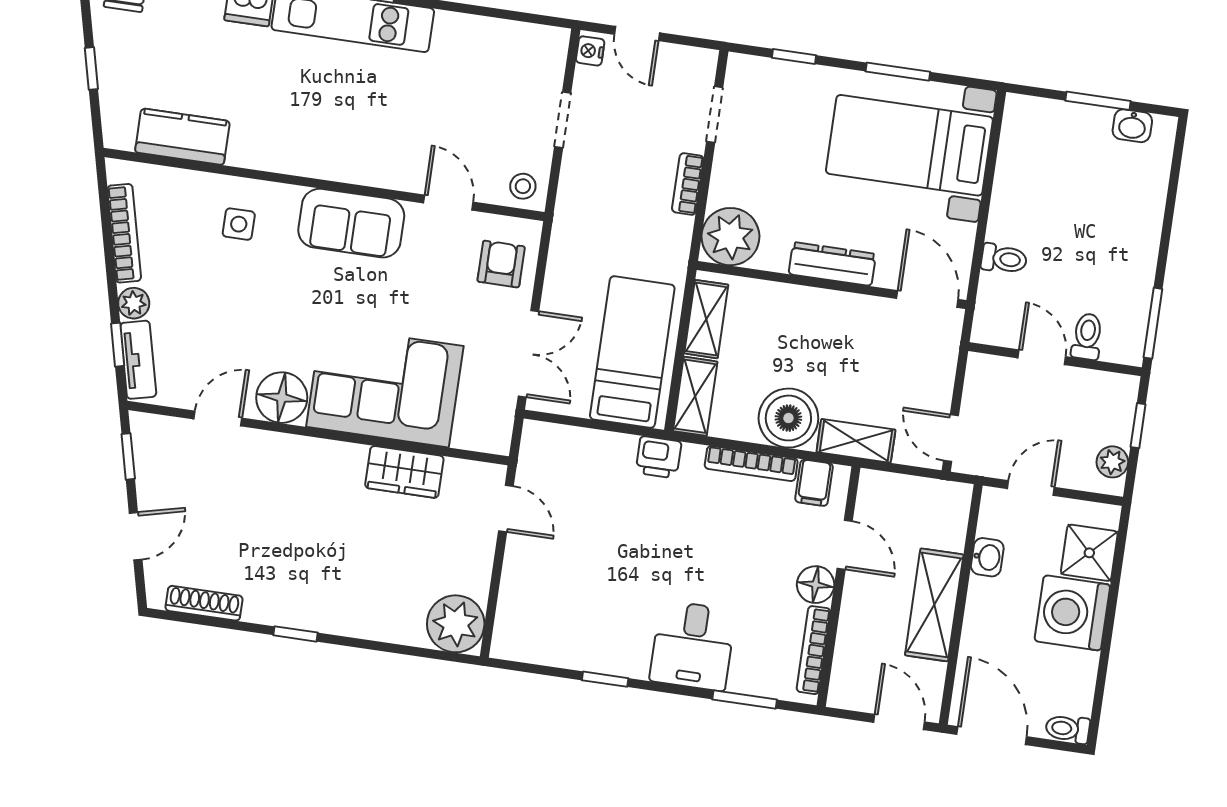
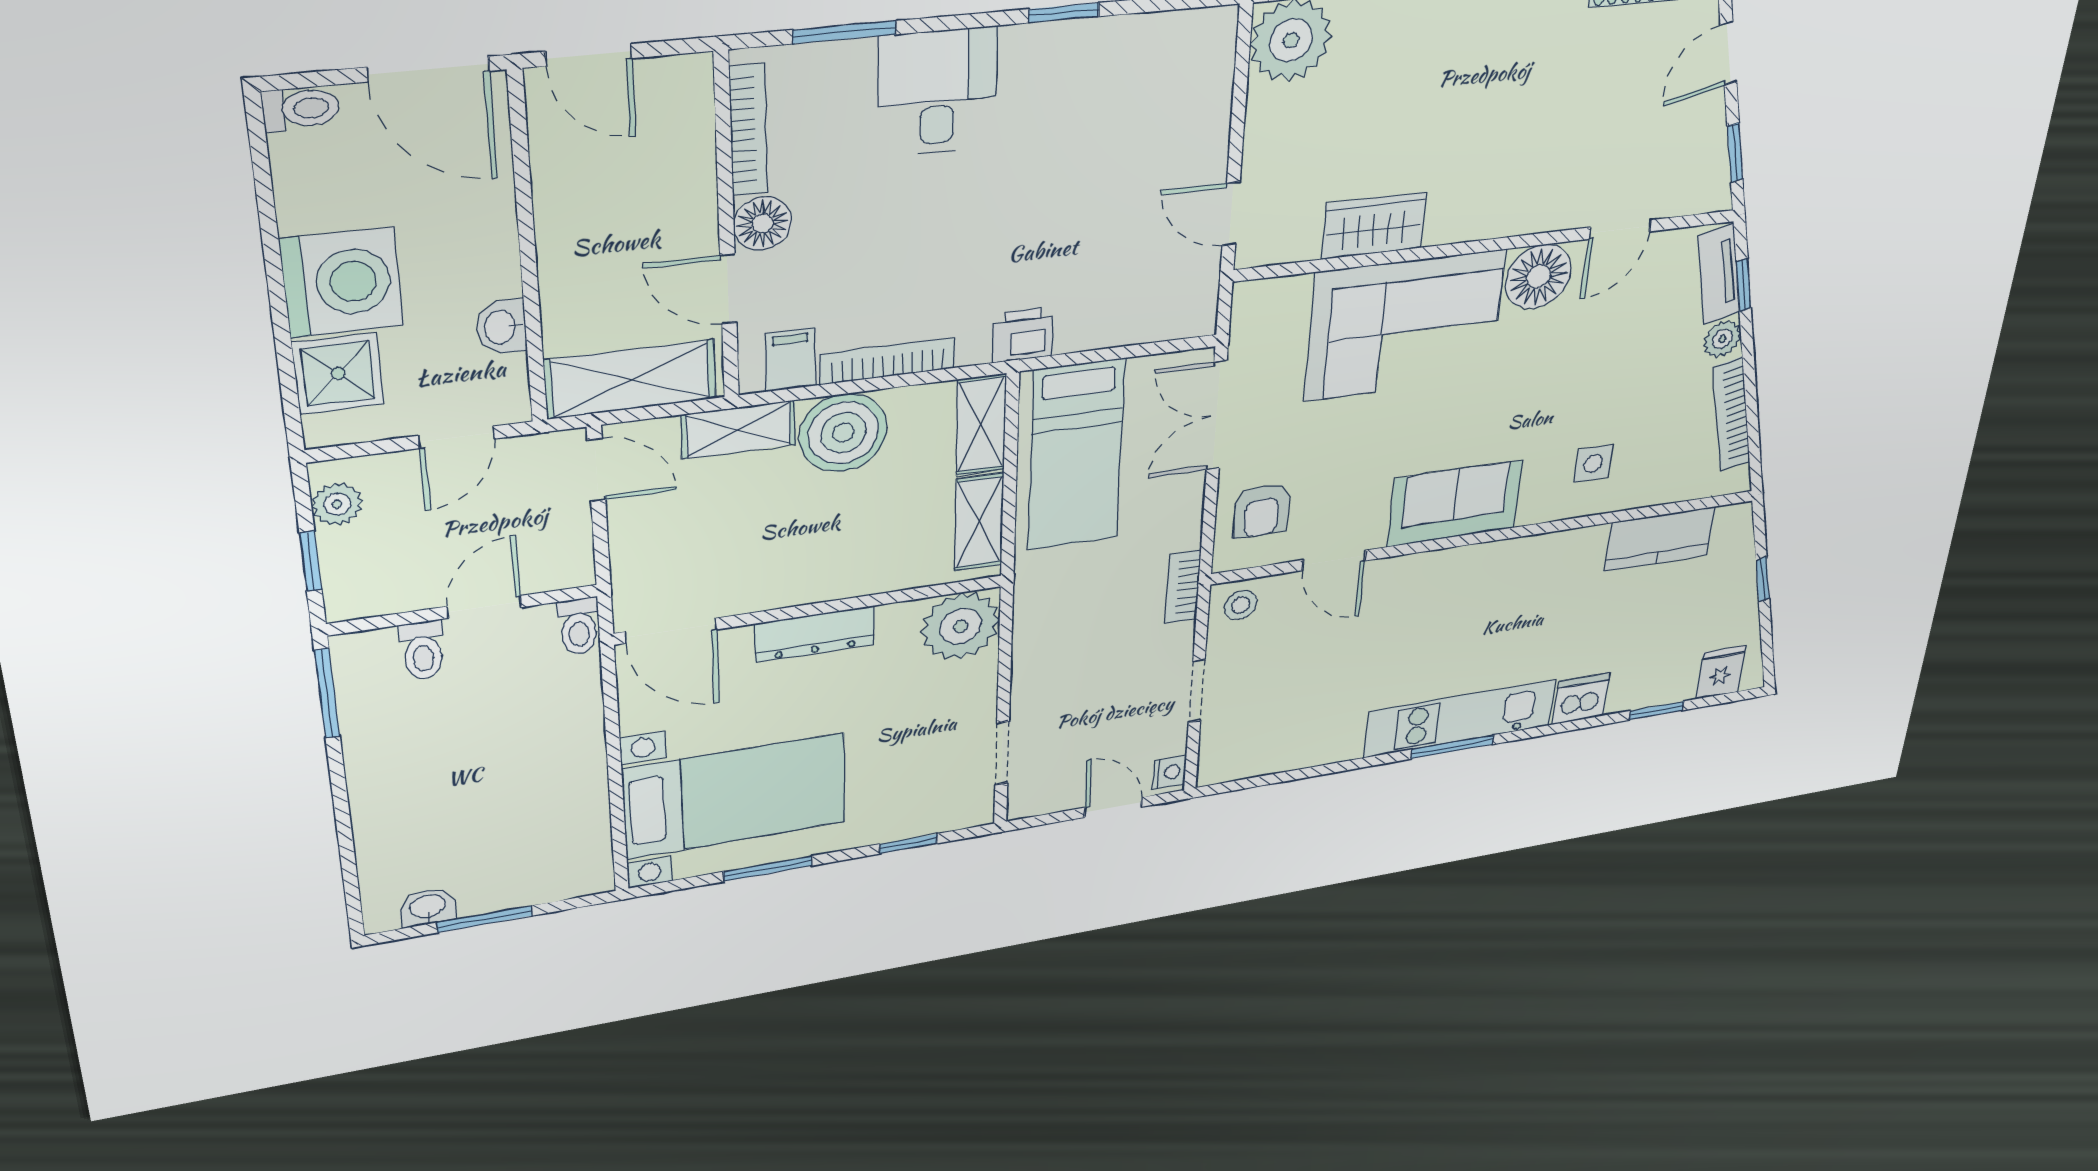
bookcase: (688, 184) -> (1183, 587), moved, turned 180
toilet: (1004, 259) -> (579, 627), moved, turned -90
door: (1042, 357) -> (484, 607), swing flipped
shelving: (934, 605) -> (631, 379), moved, turned 90

